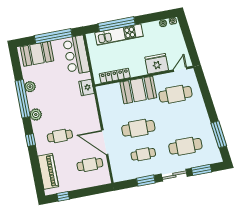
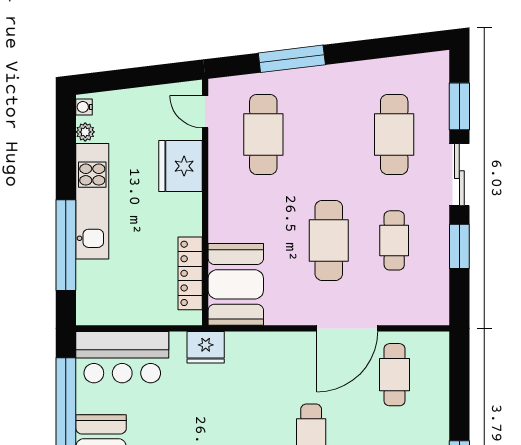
kitchen unit: (119, 35) -> (92, 201), moved
booth: (138, 90) -> (236, 284), moved
window: (219, 134) -> (292, 59), moved

